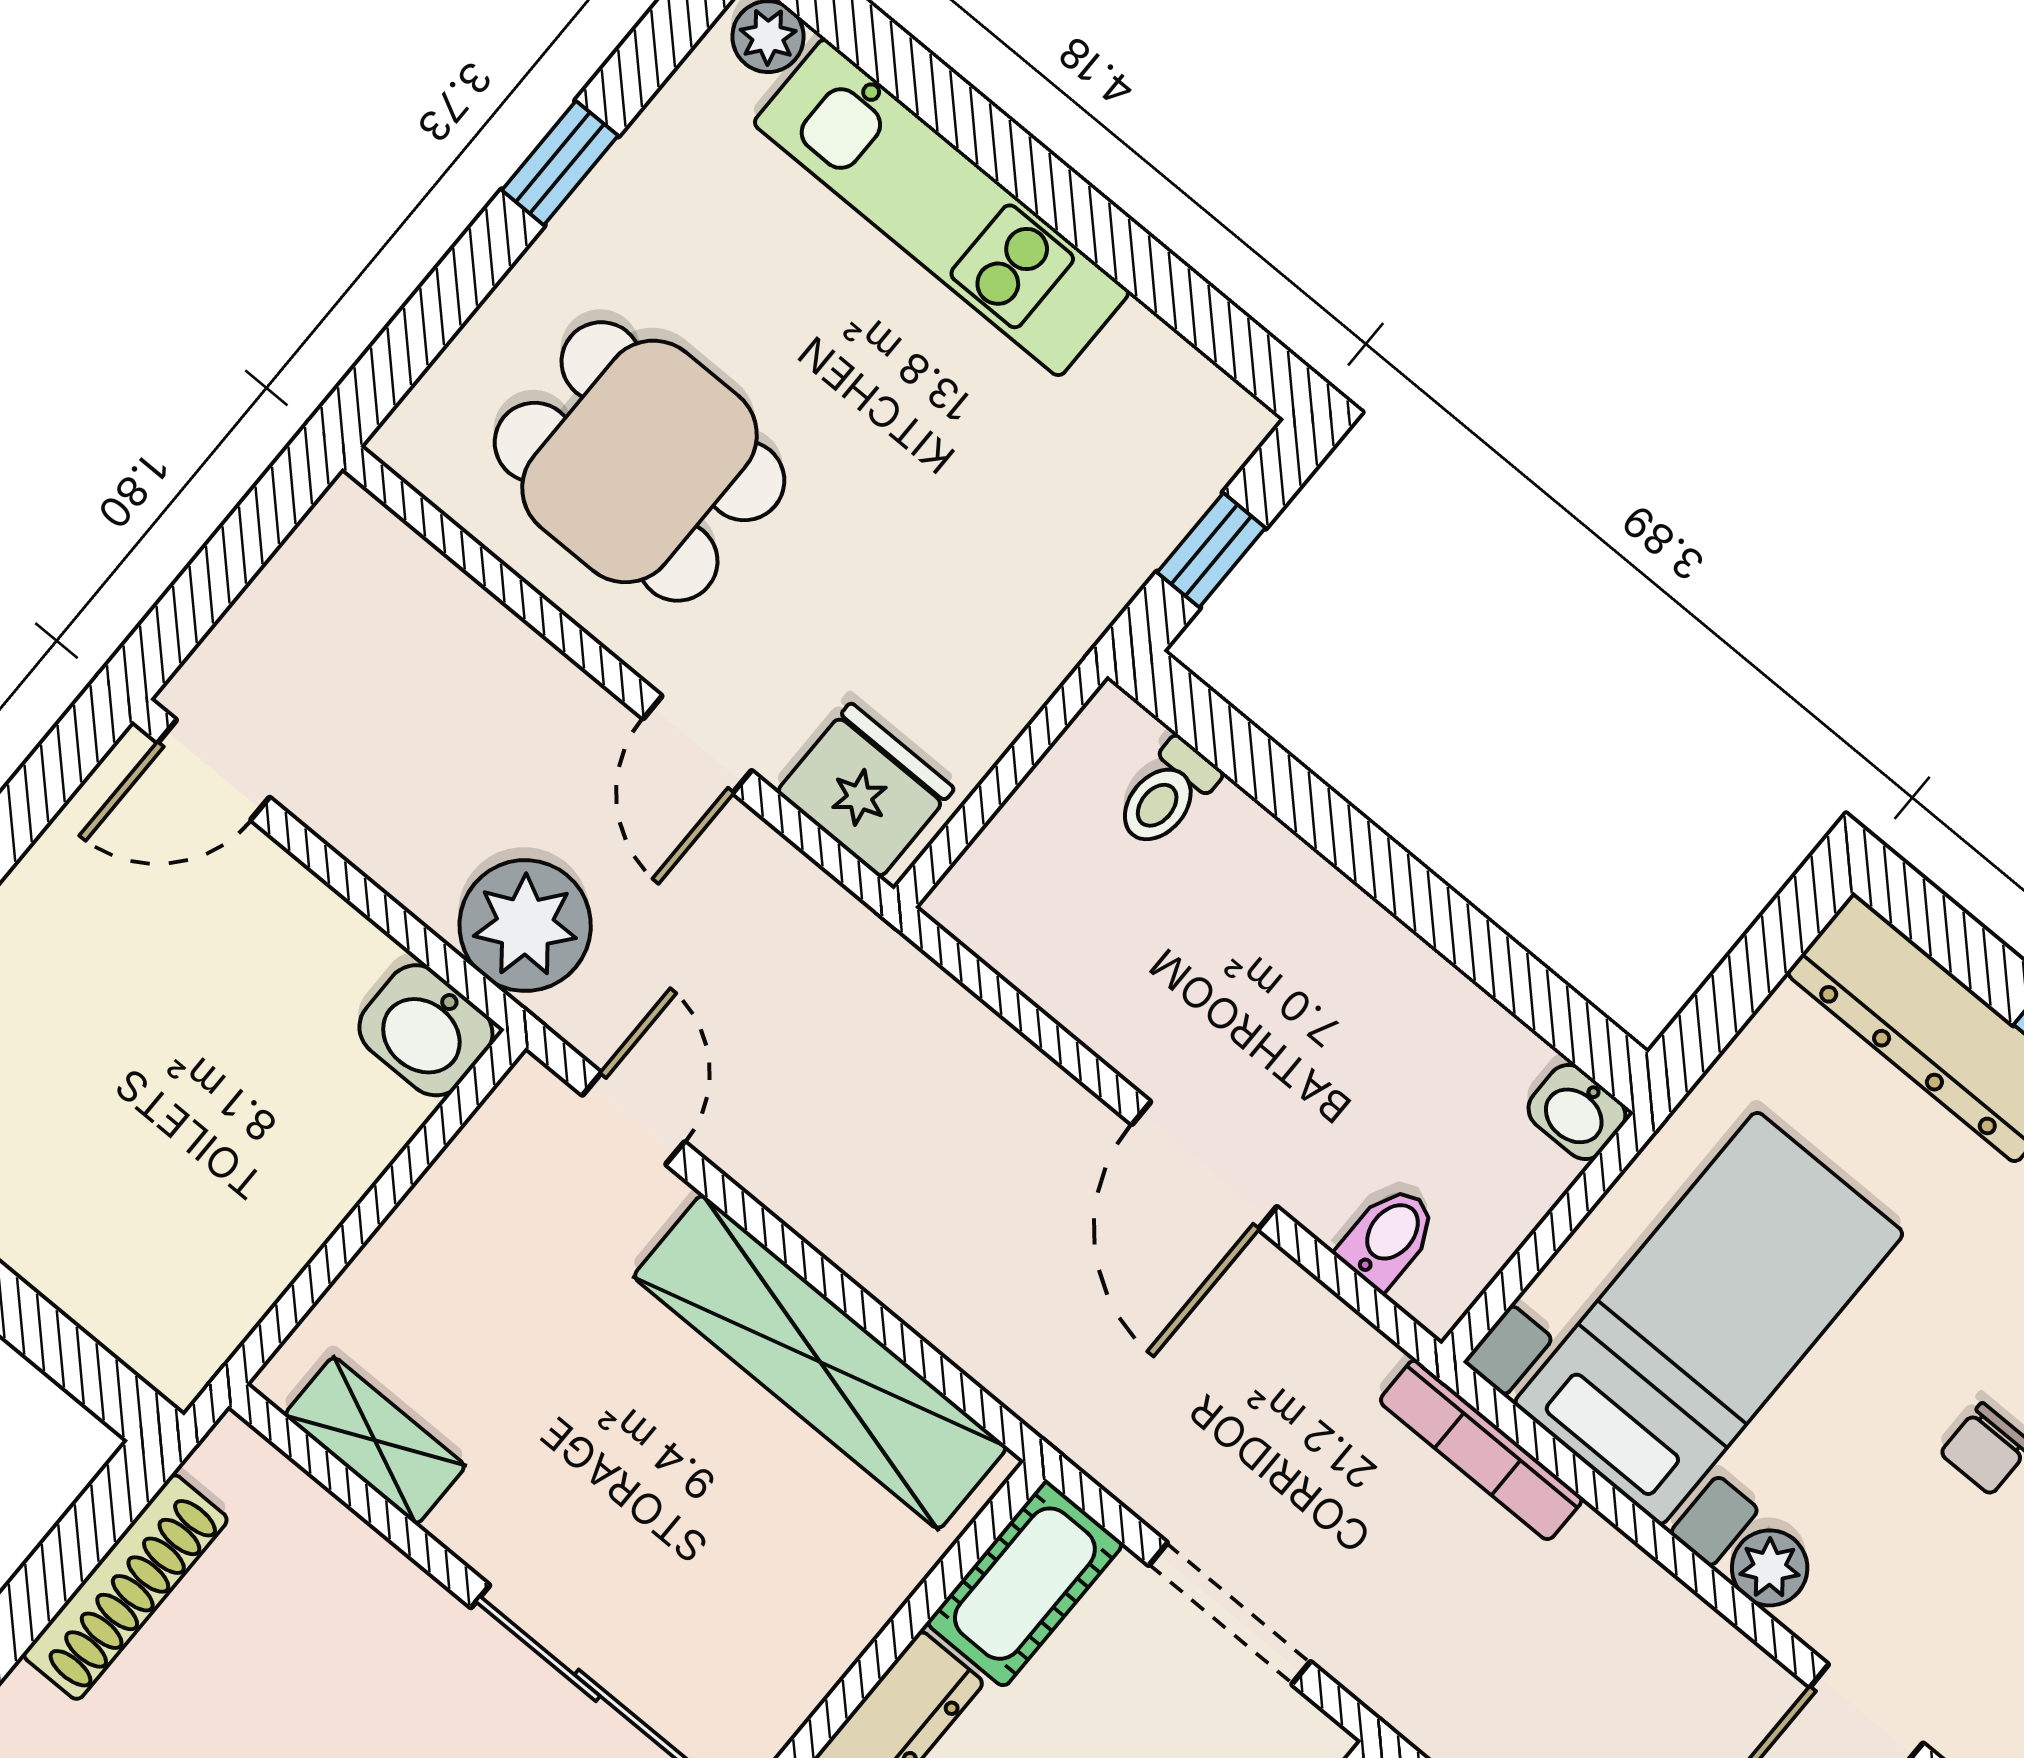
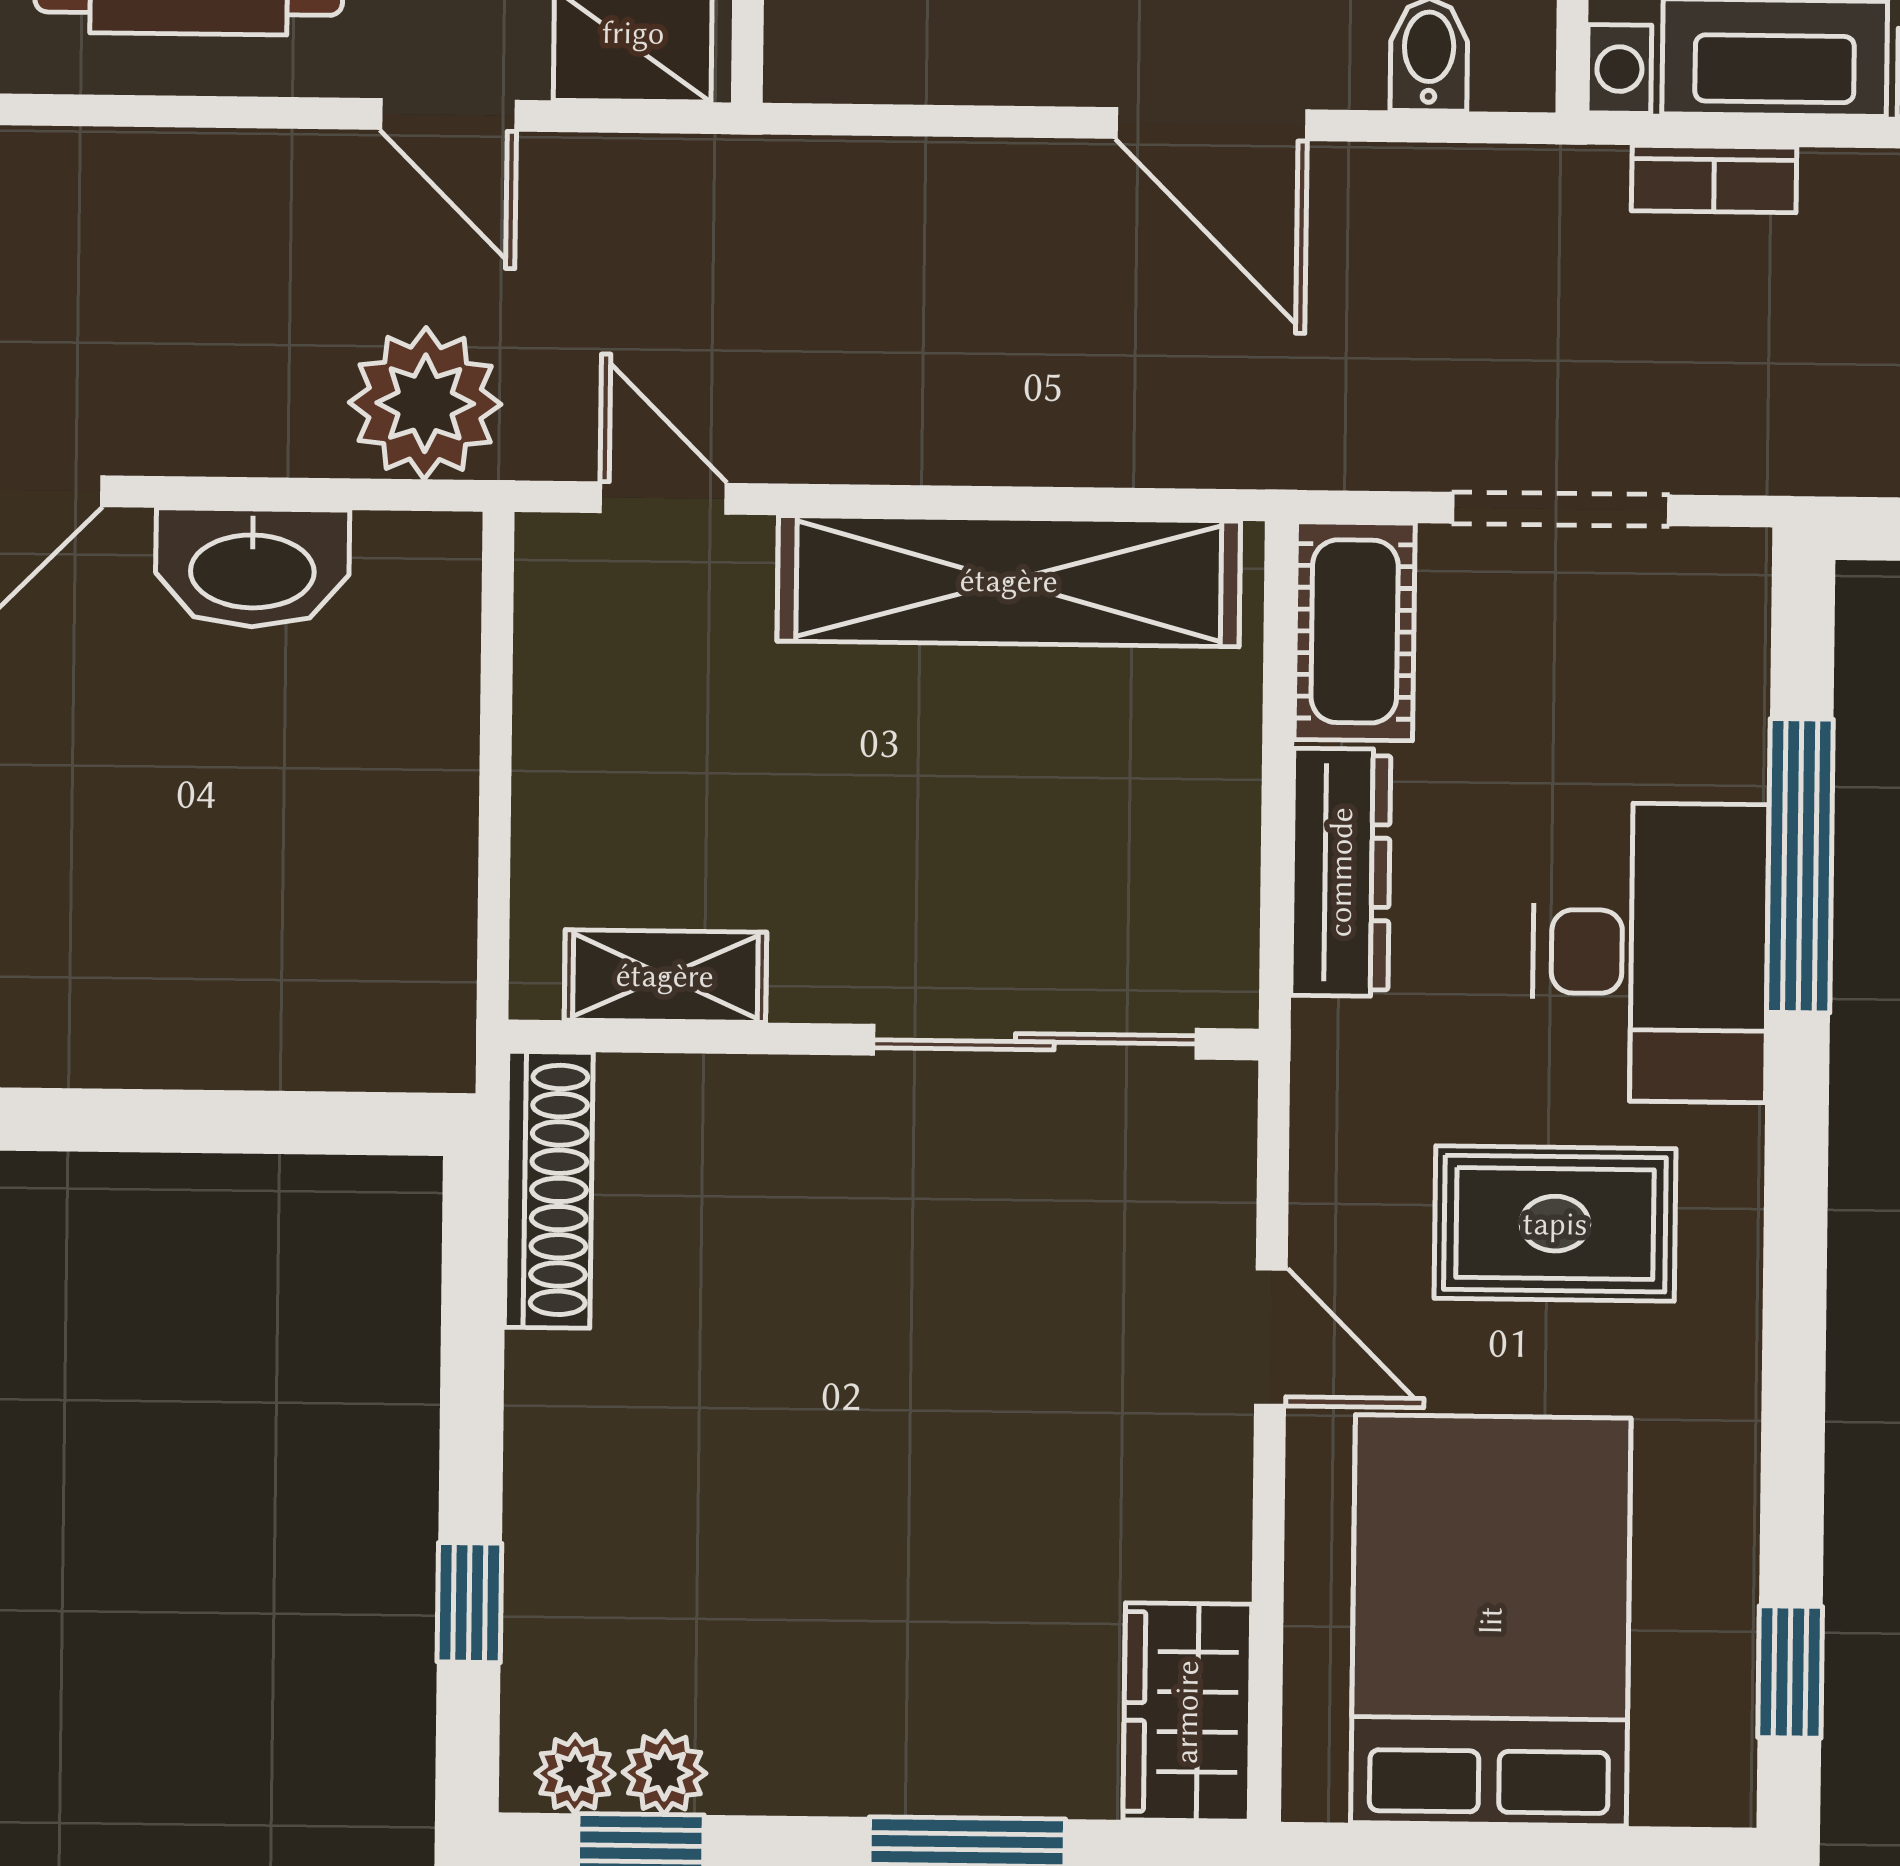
washbasin: (426, 1030) -> (252, 568), moved, width x1.38
bookcase: (1481, 1450) -> (1714, 179), width x0.64
shoe rack: (125, 1587) -> (549, 1190), moved

